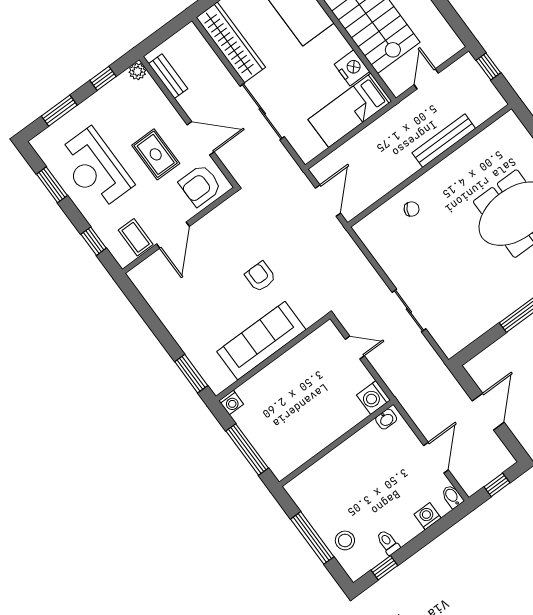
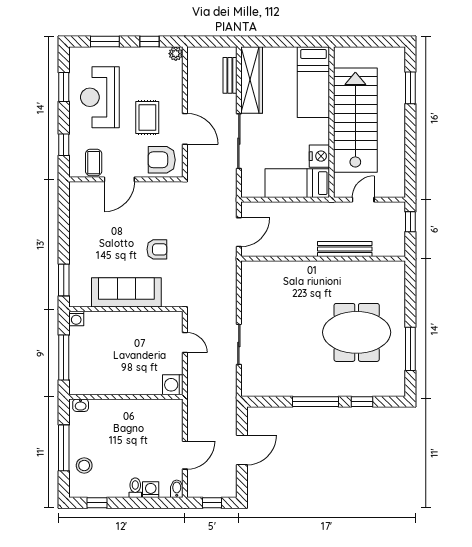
bench: (168, 76) -> (230, 75), moved
chair: (412, 209) -> (290, 279), removed
armchair: (260, 277) -> (157, 249), turned 90
washbasin: (386, 419) -> (81, 405), moved
toilet: (388, 542) -> (135, 488), moved

